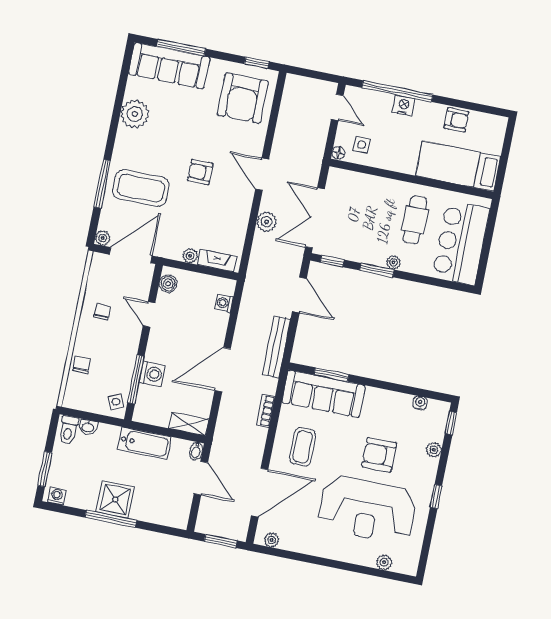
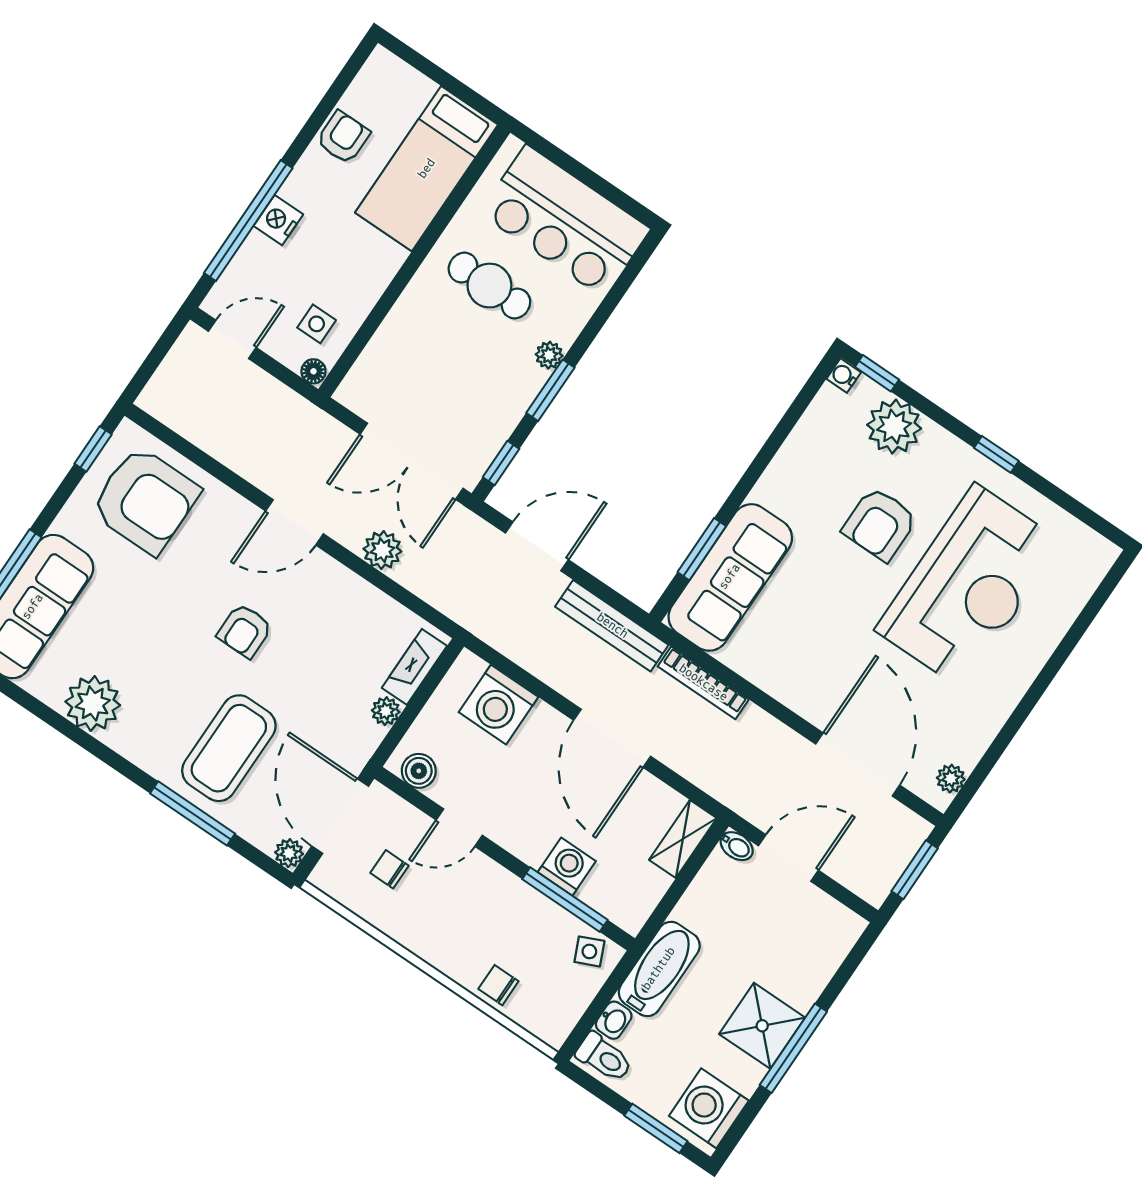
washing machine: (224, 303) -> (499, 705), width x1.89, depth x1.89
chair: (102, 312) -> (389, 869), moved
water cooler: (420, 403) -> (844, 376), moved
bookcase: (266, 411) -> (703, 683), width x1.56
bathtub: (145, 443) -> (659, 969), moved
coffee table: (303, 447) -> (809, 654), removed
plant: (434, 450) -> (894, 427), width x1.88, depth x1.88
washing machine: (57, 496) -> (709, 1108), width x1.89, depth x1.89
plant: (384, 562) -> (1074, 596), removed

